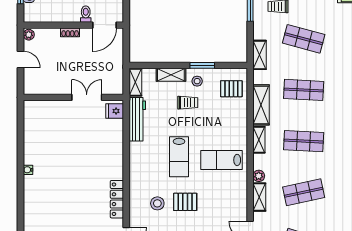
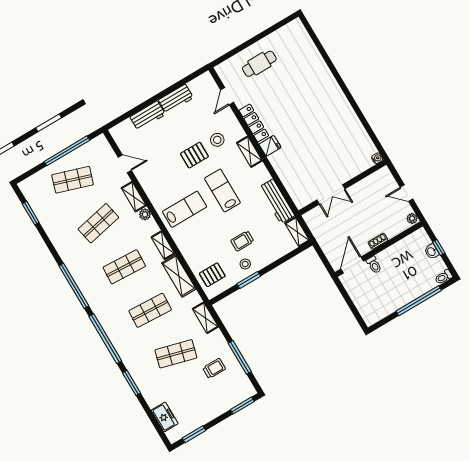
shelving: (171, 75) -> (249, 152), moved, turned 90
fridge: (115, 111) -> (270, 146), moved
water cooler: (28, 170) -> (377, 158), moved

